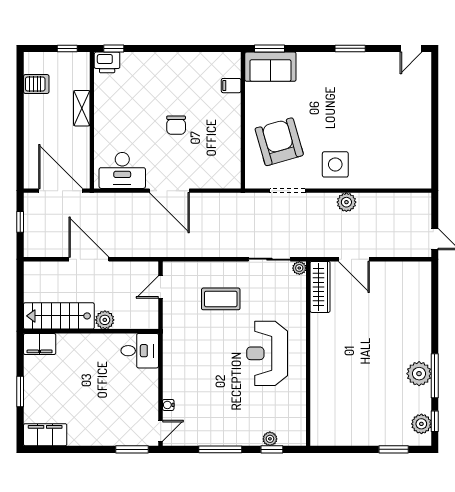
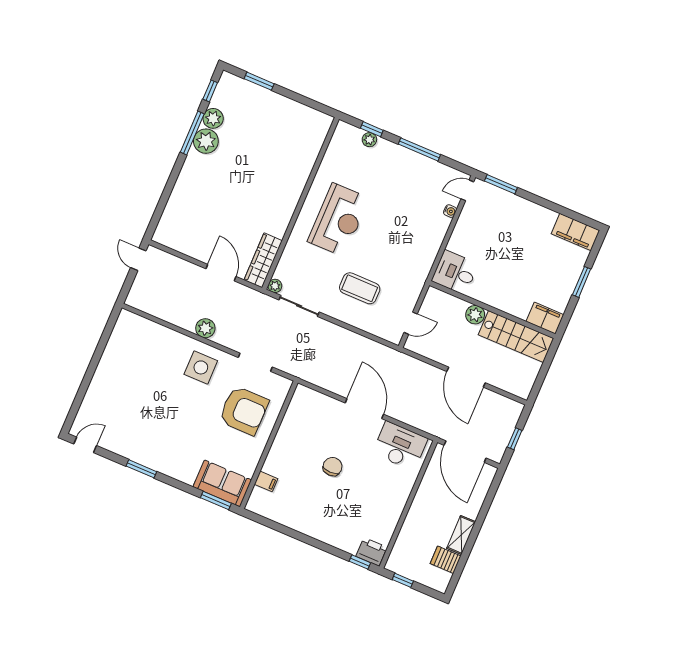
shelving: (82, 108) -> (461, 535), moved
armchair: (279, 142) -> (244, 411), turned -74
plant: (421, 424) -> (213, 118), moved

